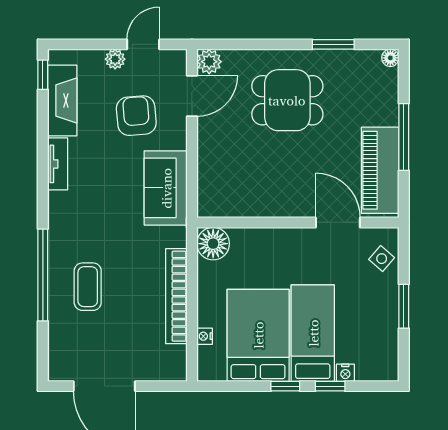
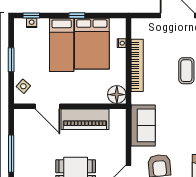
piano: (380, 170) -> (85, 119), moved, turned 90
nightstand: (345, 373) -> (32, 23), moved
window: (330, 386) -> (31, 16), moved

